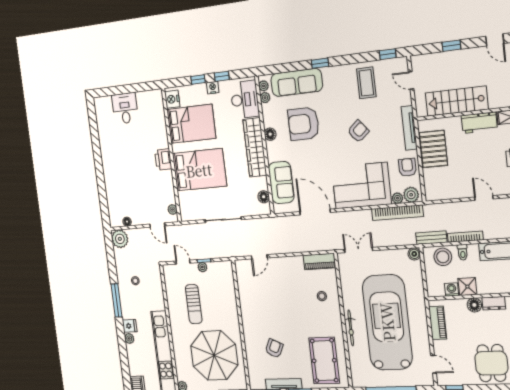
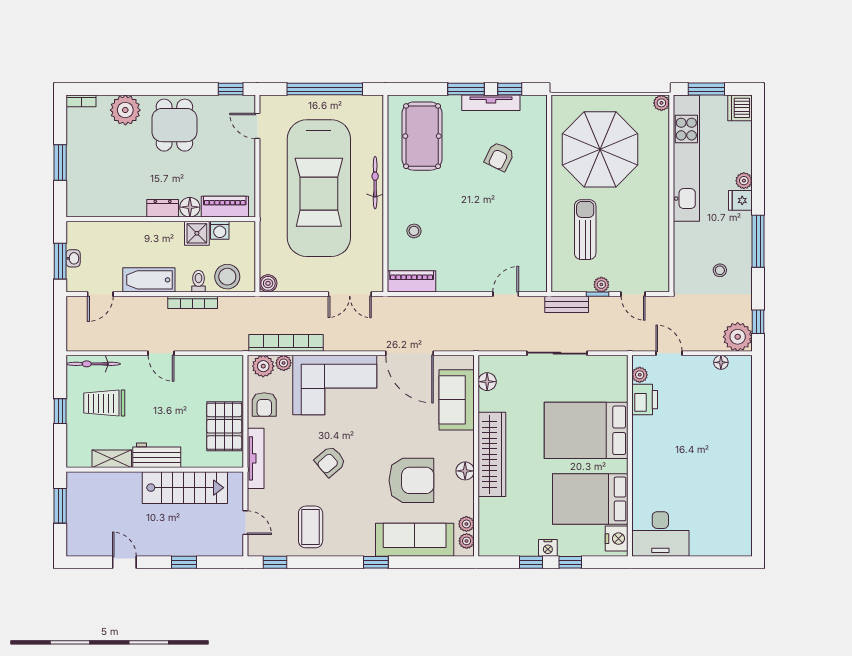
desk: (245, 100) -> (499, 525), removed
desk: (125, 108) -> (660, 534), moved, width x1.37
printer: (163, 159) -> (645, 400), moved
bench: (431, 238) -> (567, 304), moved
window: (110, 249) -> (758, 322), added
sun lounger: (194, 304) -> (585, 230), moved
piano: (438, 323) -> (225, 207), moved, turned 90

